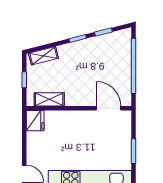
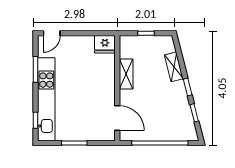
shelving: (43, 56) -> (174, 67), moved
shelving: (49, 99) -> (126, 74), moved
door: (109, 108) -> (117, 118), hinge flipped

